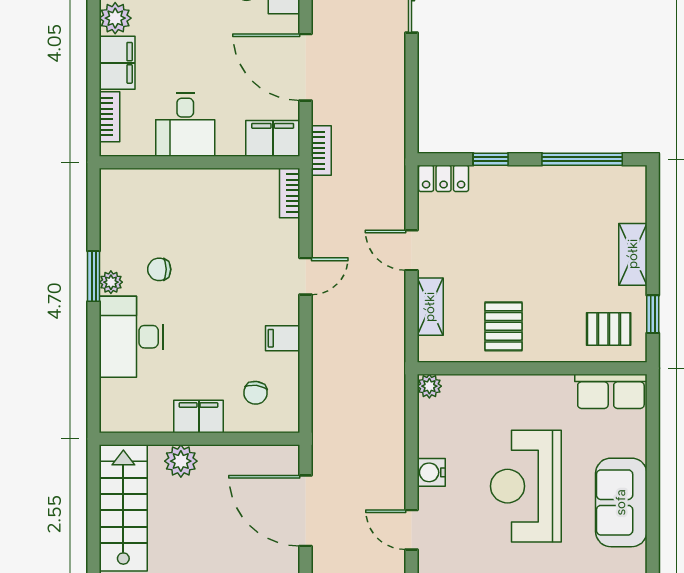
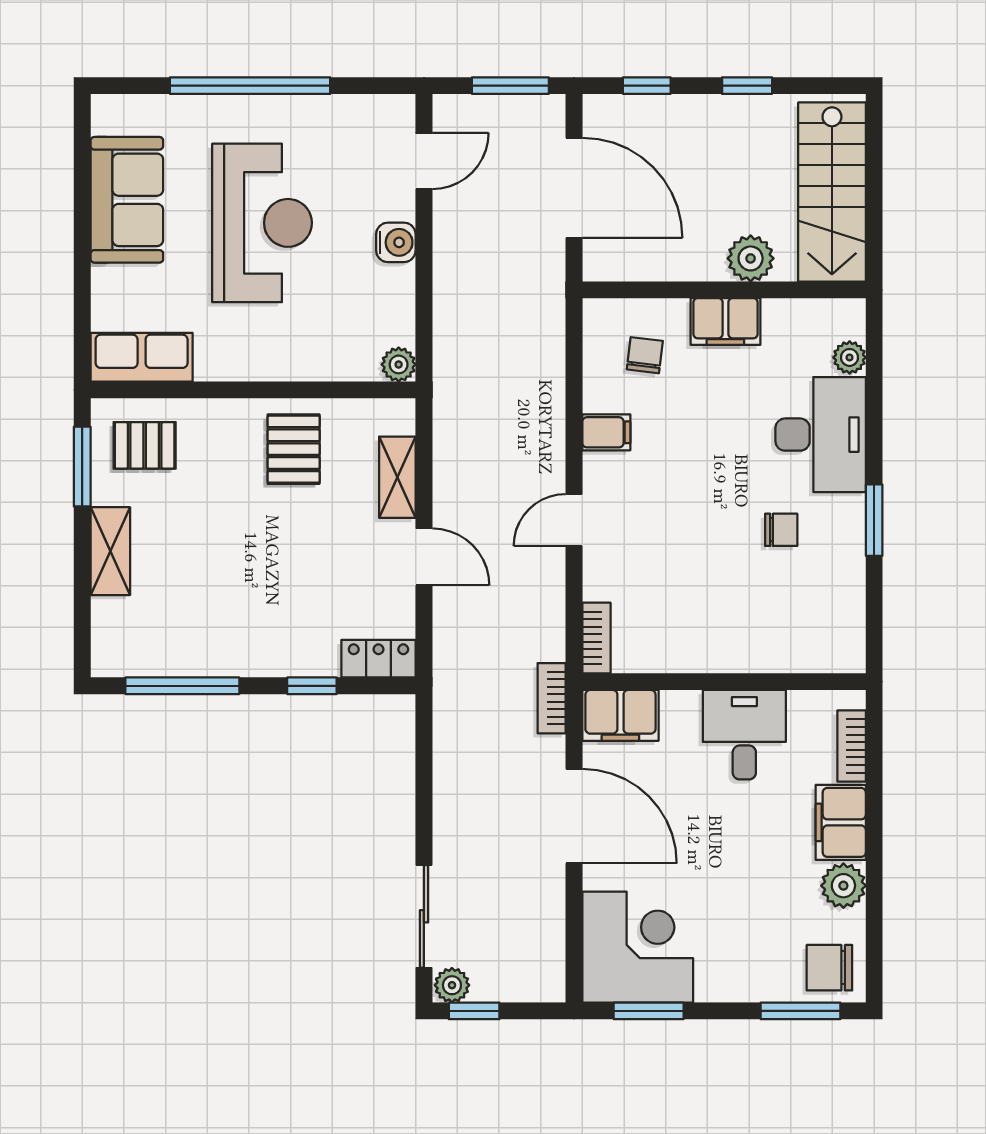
plant: (111, 282) -> (850, 357), moved
window: (653, 314) -> (82, 467), width x1.50
door: (411, 530) -> (424, 161), hinge flipped

